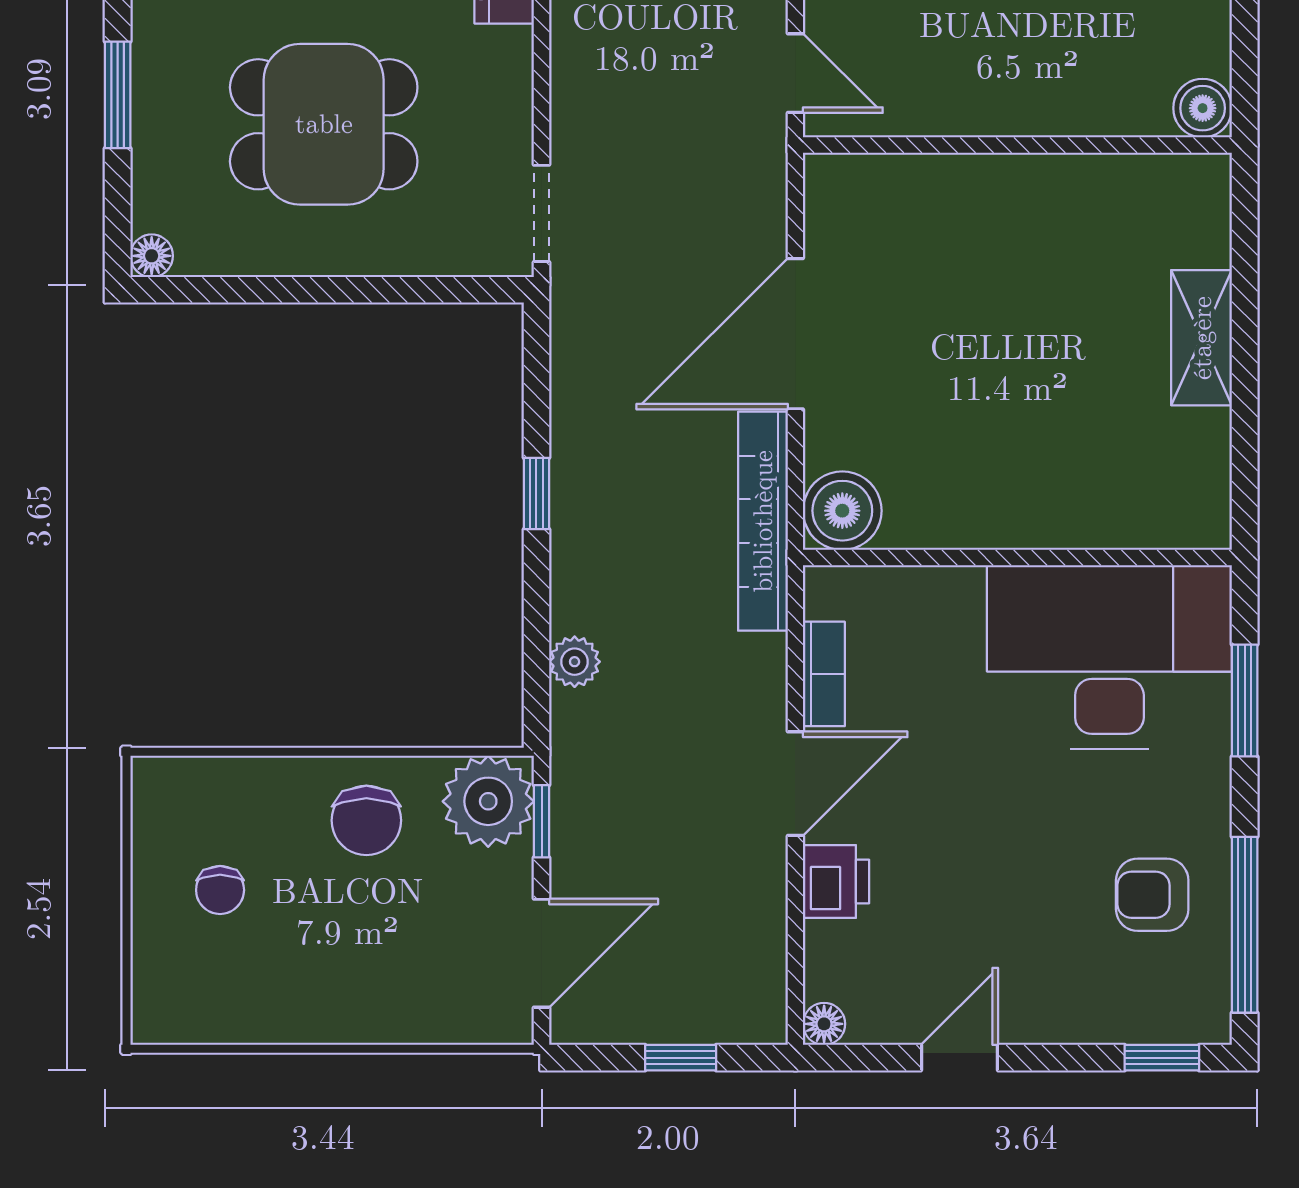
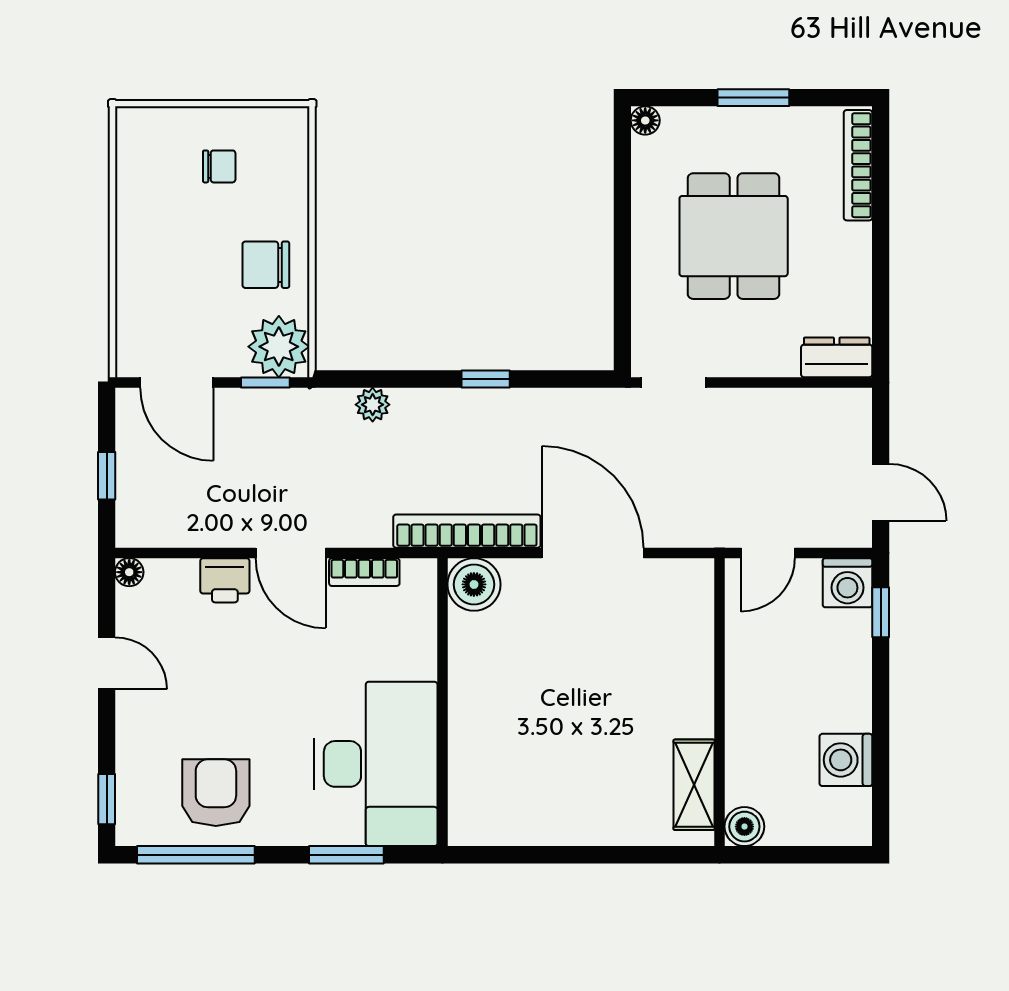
shelving: (1202, 338) -> (694, 785), moved, turned 90
chair: (220, 890) -> (219, 166), turned 180
armchair: (1152, 895) -> (216, 793), width x1.38, depth x1.38

